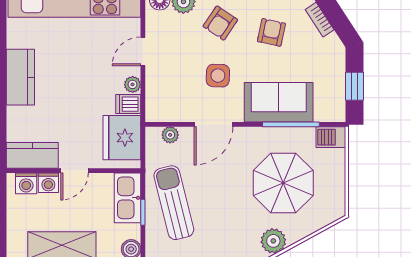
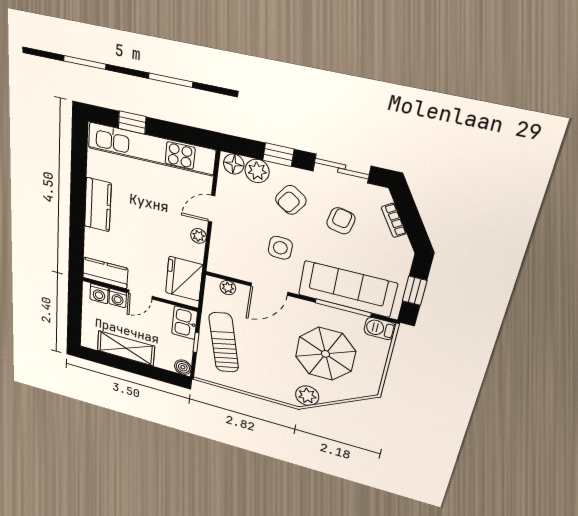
sofa: (279, 102) -> (347, 289), width x1.36
dishwasher: (128, 104) -> (193, 252), removed
kitchen sink: (128, 198) -> (185, 323), width x0.73

